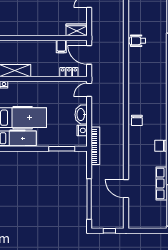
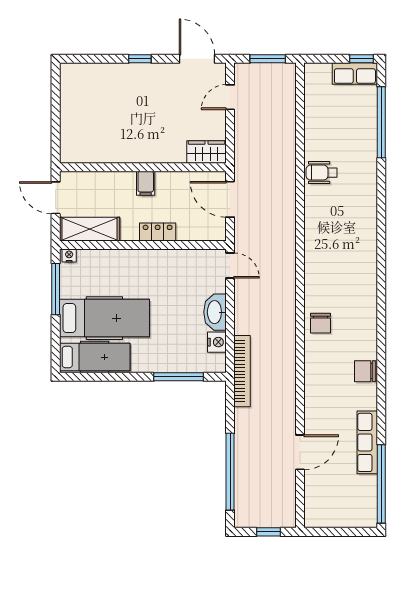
filing cabinet: (61, 46) -> (146, 183), moved
locker: (69, 72) -> (158, 232), moved
door: (89, 90) -> (230, 265), swing flipped
door: (126, 189) -> (300, 452), swing flipped

